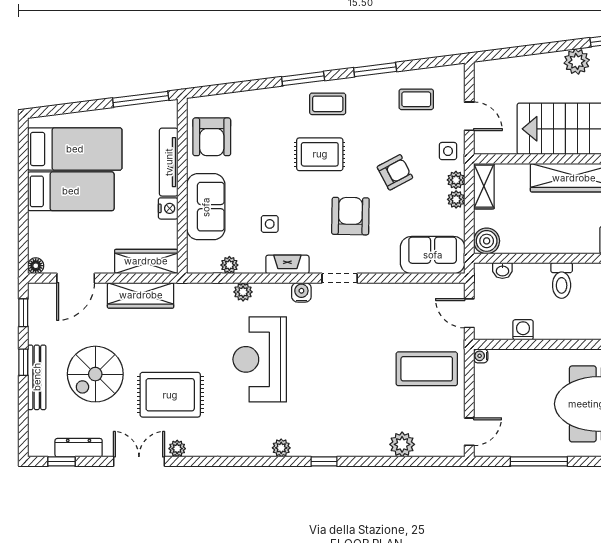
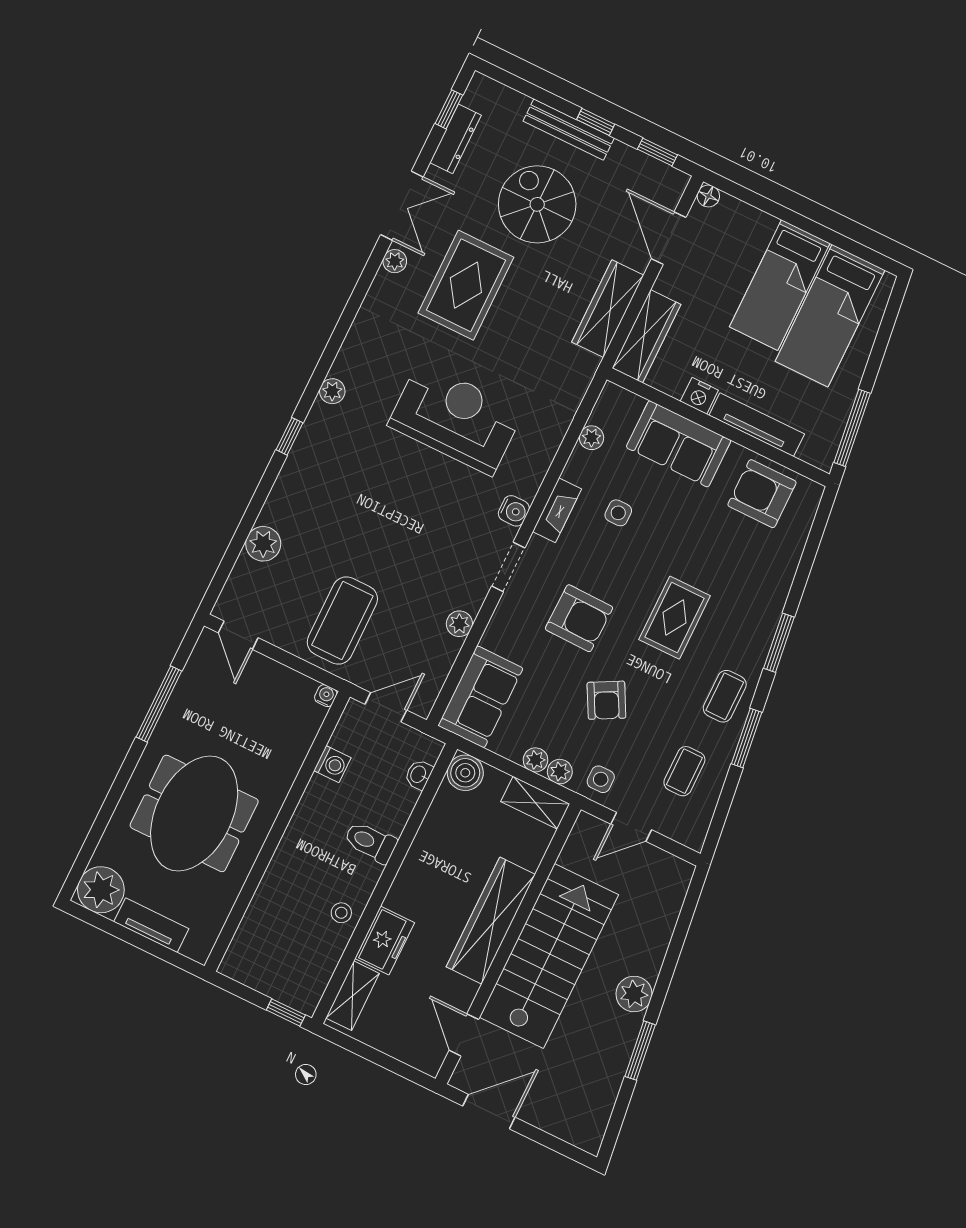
coffee table: (328, 104) -> (725, 696), moved
plant: (243, 292) -> (459, 624), moved

